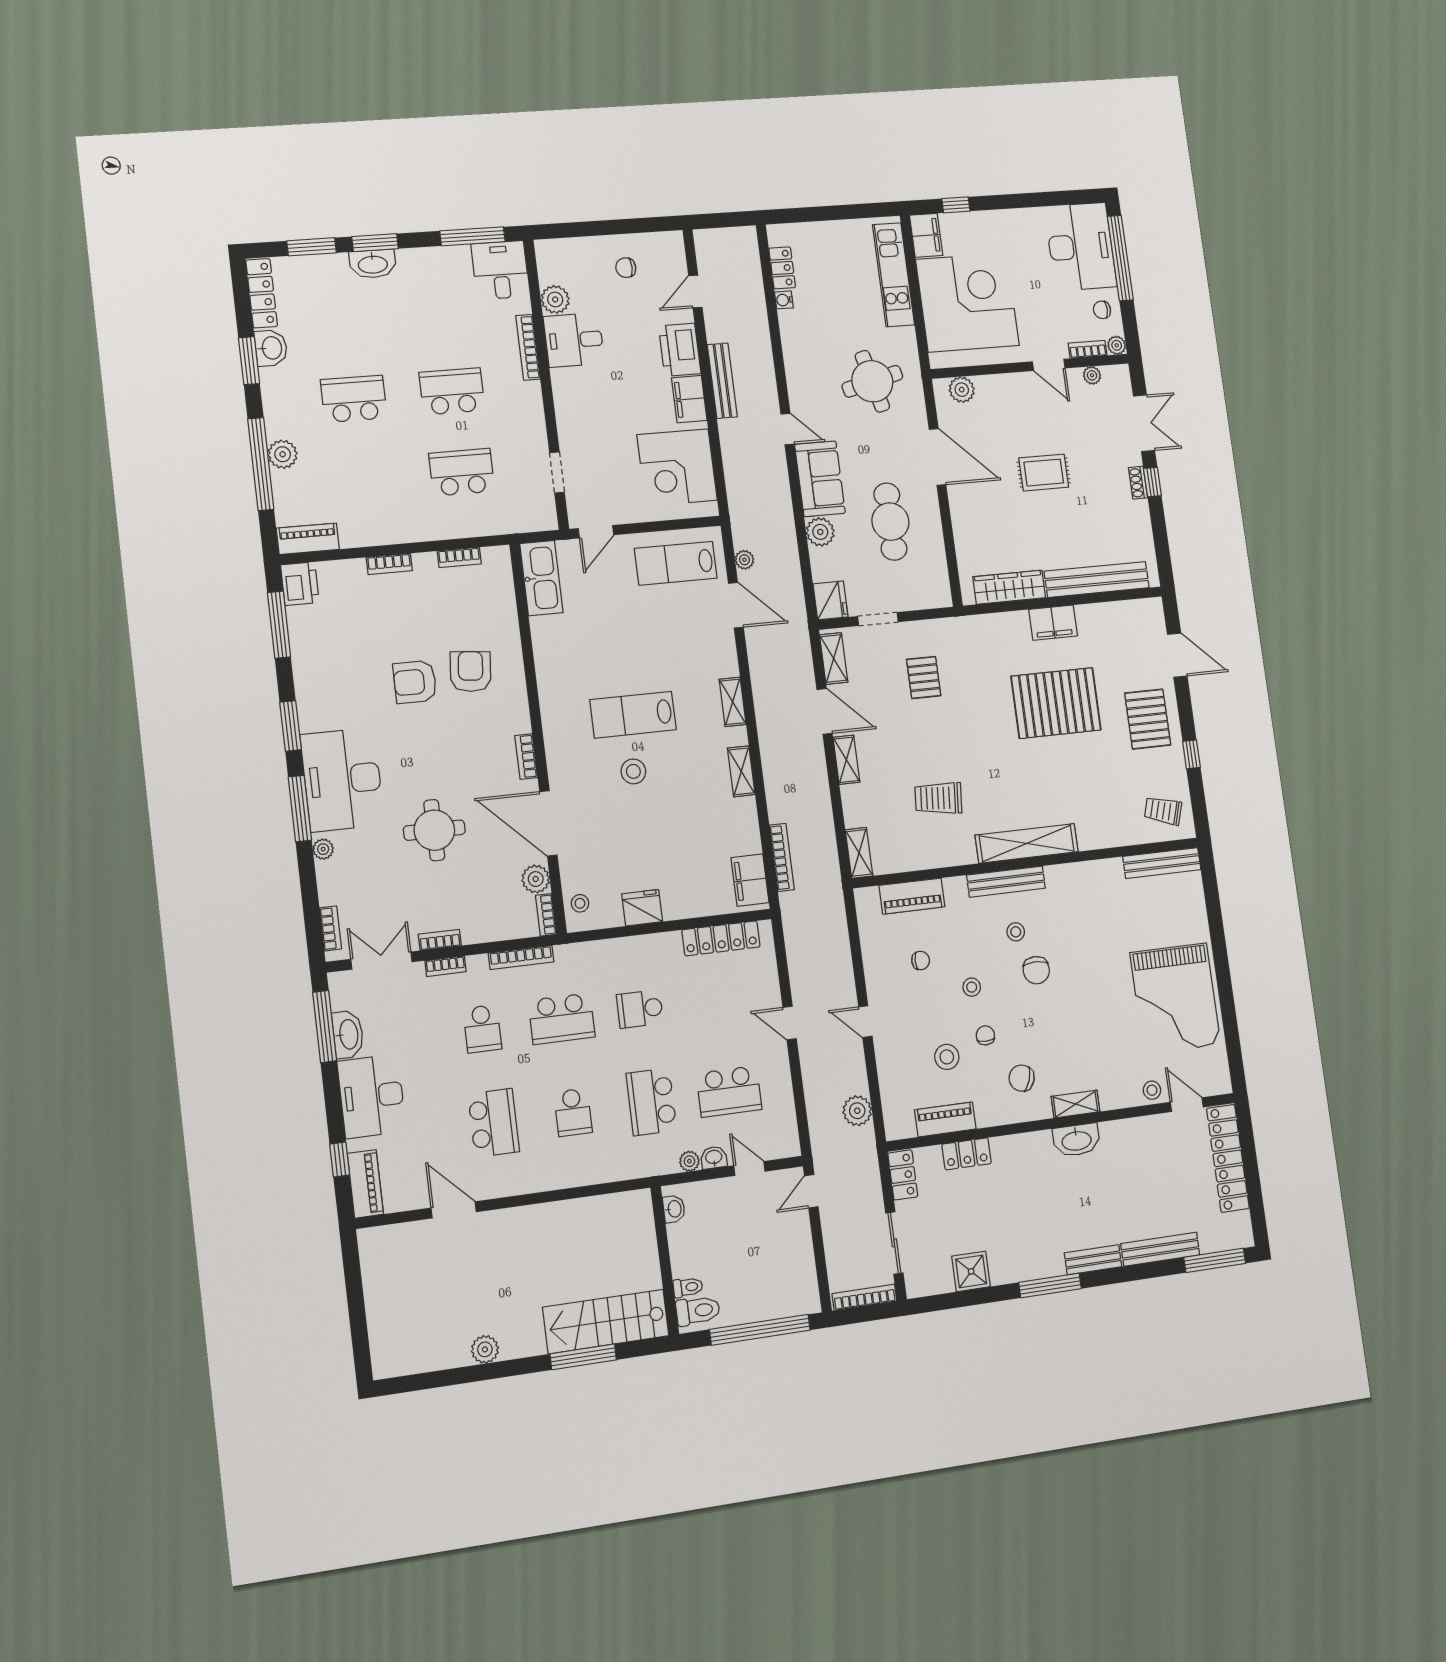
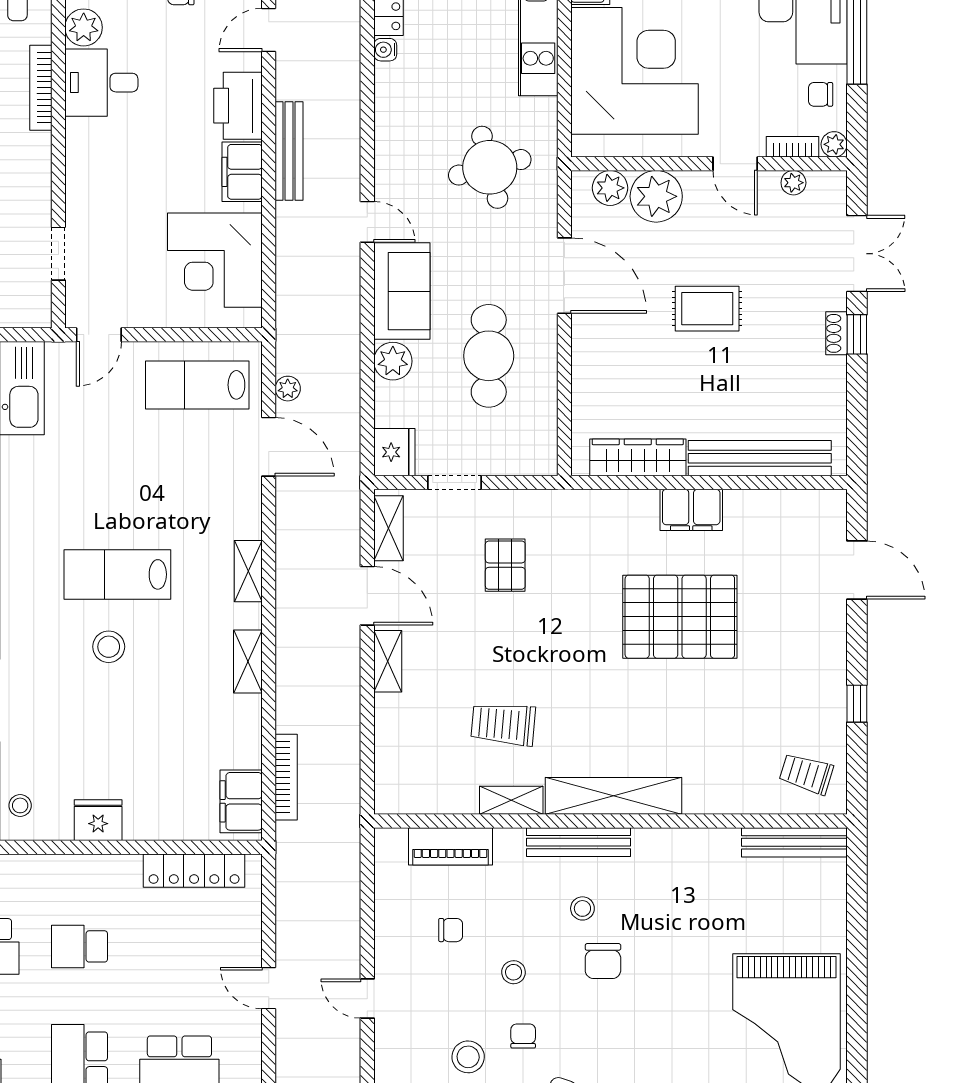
plant: (996, 393) -> (656, 196), added
pallet: (1148, 719) -> (803, 651), removed
shelving: (859, 853) -> (511, 800), moved, turned 90

